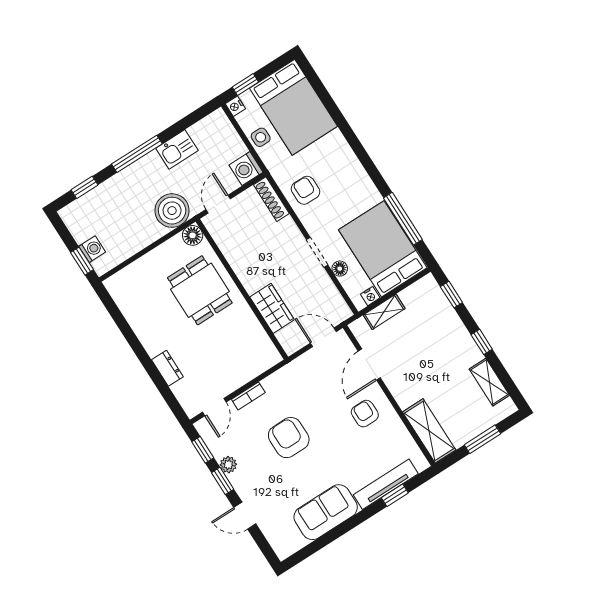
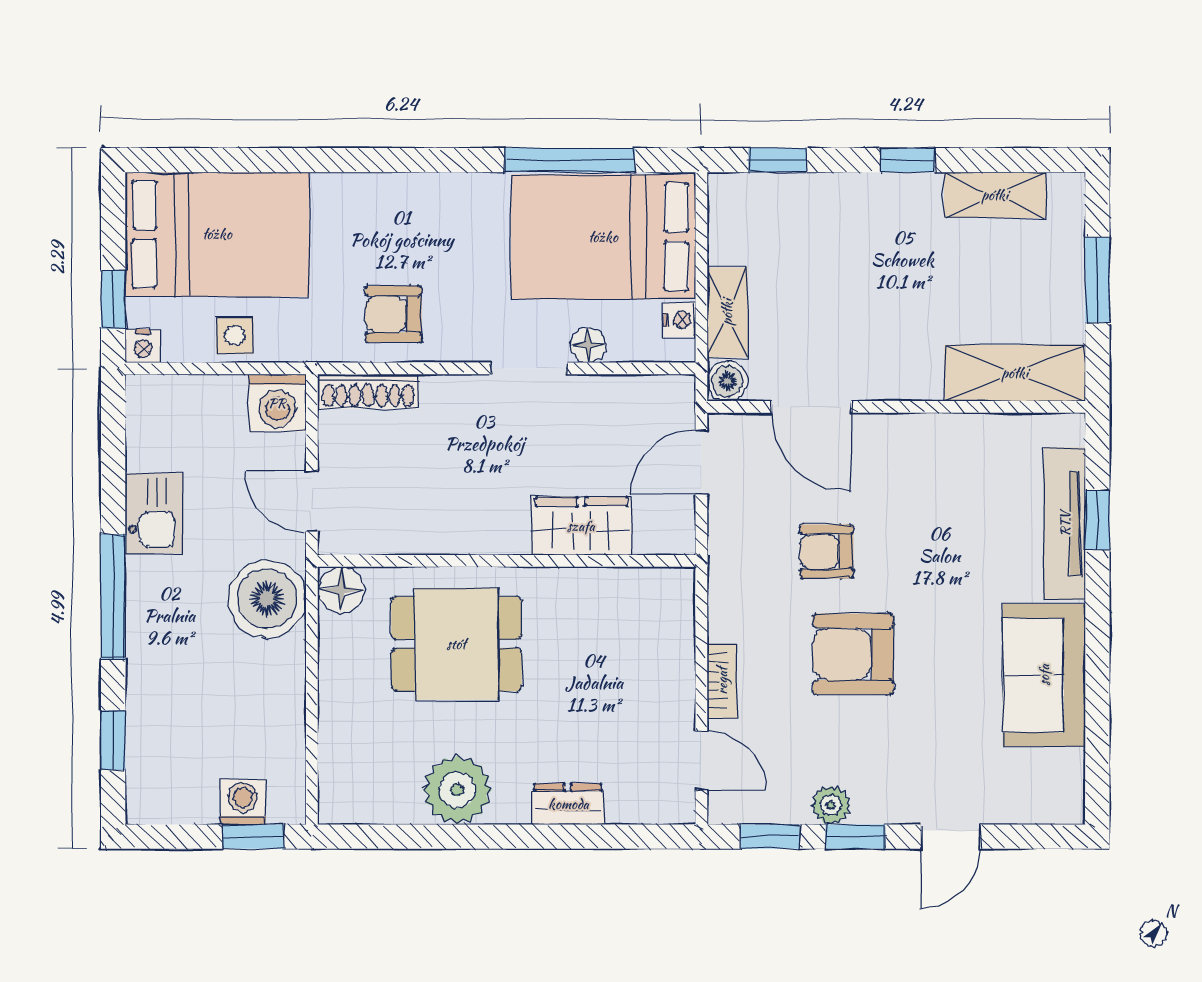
plant: (147, 325) -> (457, 790), added
boiler: (359, 328) -> (727, 381), added
armchair: (365, 414) -> (826, 552), moved

